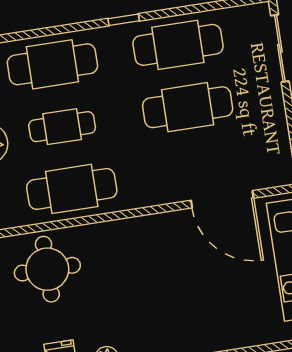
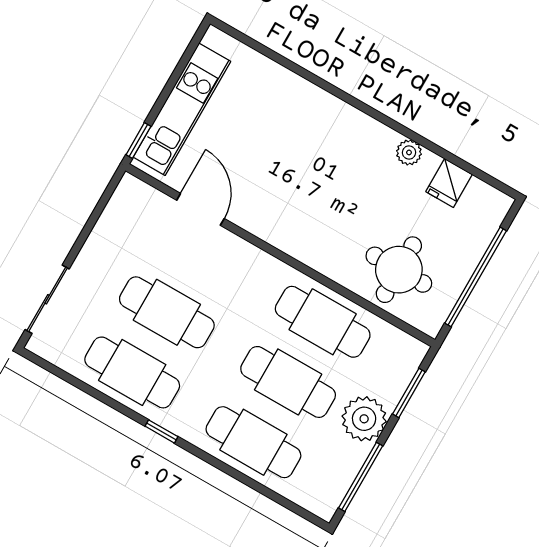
cafe table: (62, 127) -> (288, 382), width x1.37, depth x1.35
door: (222, 199) -> (200, 209), width x0.73

